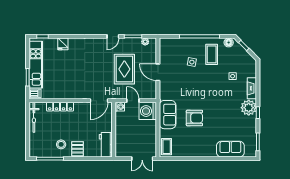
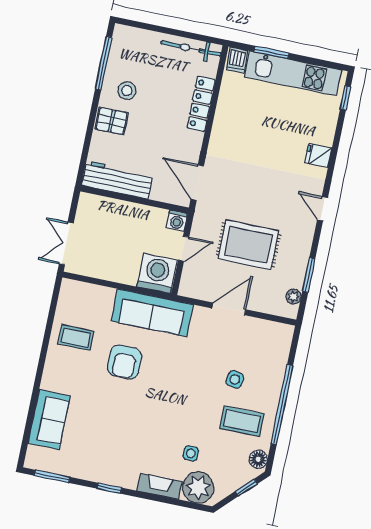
door: (113, 36) -> (322, 209), moved
fridge: (63, 44) -> (318, 156), moved
plant: (249, 108) -> (198, 488), moved
sofa: (168, 115) -> (152, 313), width x1.36
workbench: (106, 145) -> (117, 180), width x1.38
coffee table: (167, 147) -> (76, 338), moved

